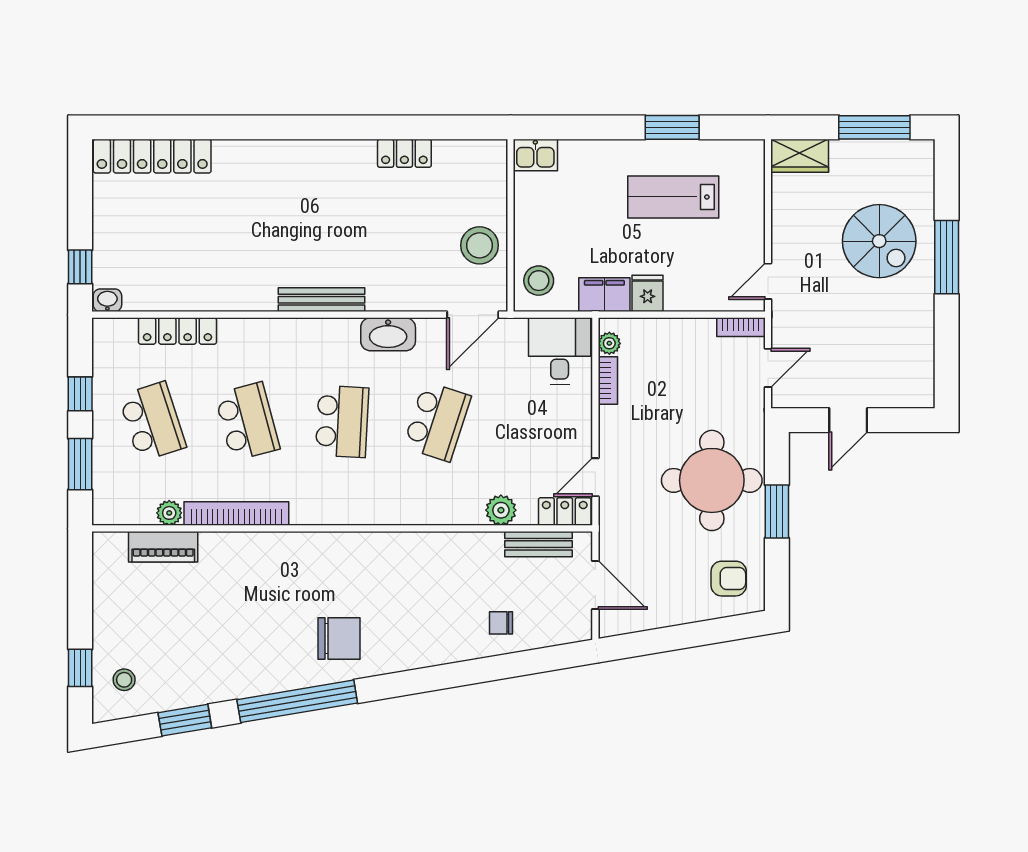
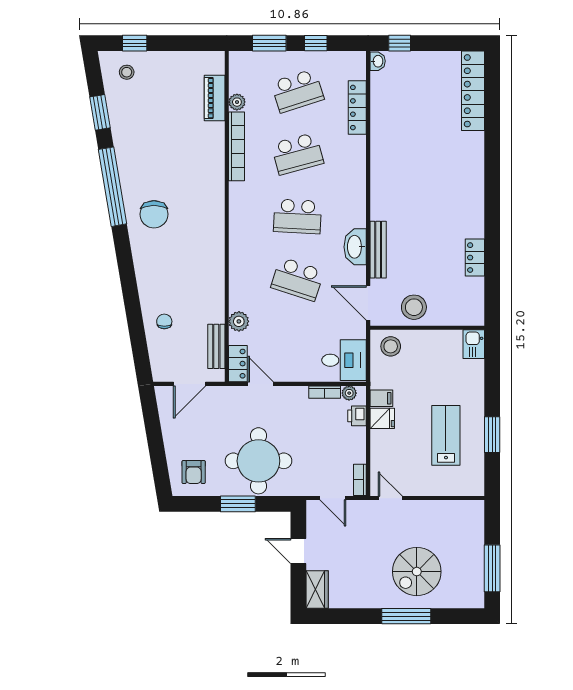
wardrobe: (800, 156) -> (317, 589), moved, turned 180
filing cabinet: (604, 295) -> (381, 398), width x0.50
bench: (322, 300) -> (378, 250), moved
printer: (644, 331) -> (357, 416), added

